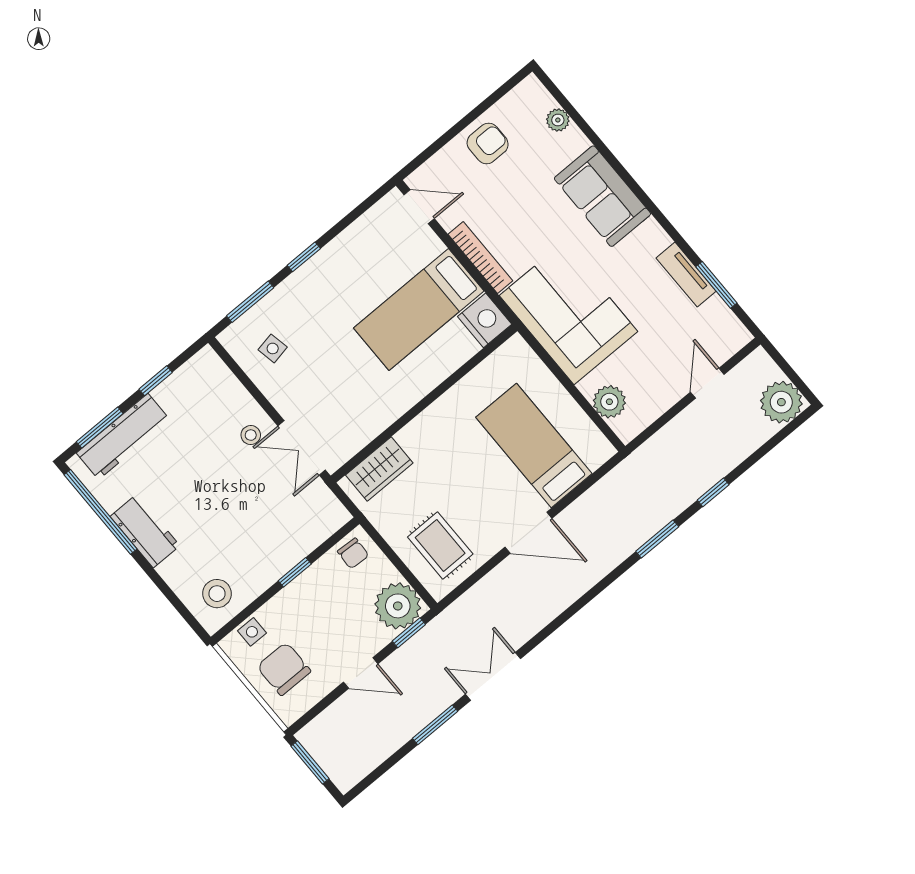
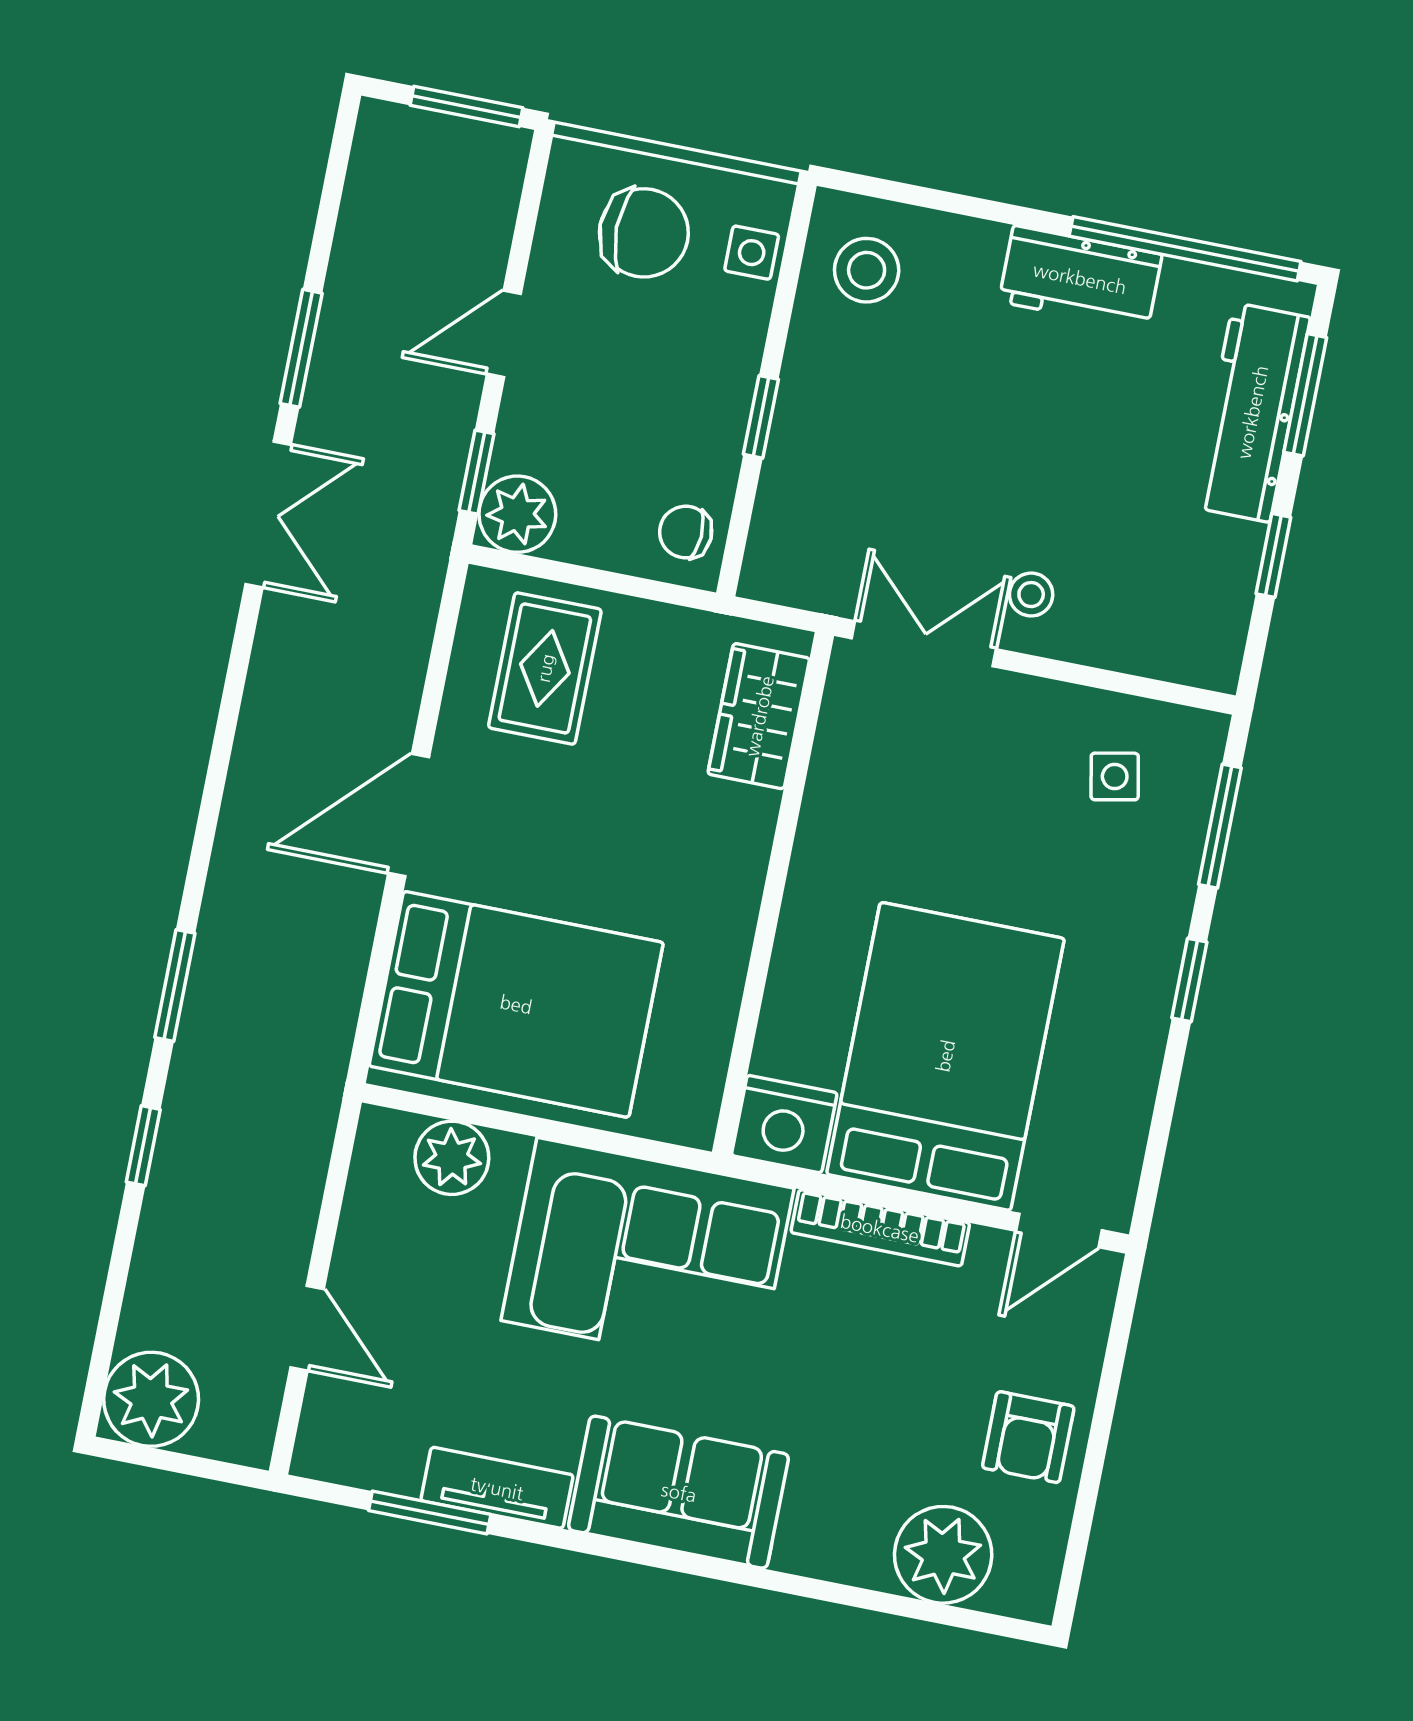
plant: (558, 120) -> (943, 1555), width x1.87, depth x1.87
sofa: (602, 196) -> (679, 1492), moved
bed: (419, 309) -> (945, 1056), width x1.50
bed: (534, 445) -> (516, 1004), width x1.50
rug: (440, 545) -> (545, 668), turned 90
plant: (398, 606) -> (517, 514), width x0.73, depth x0.73

